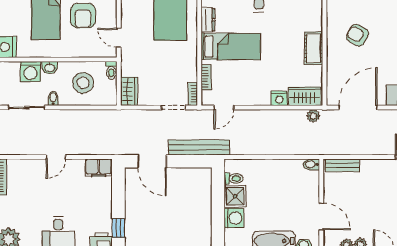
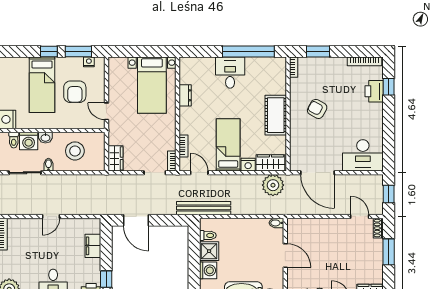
bed: (231, 47) -> (228, 145), moved, turned -90
cot: (314, 48) -> (276, 115), width x1.37, depth x1.34
toilet: (111, 70) -> (14, 140), moved
door: (224, 107) -> (199, 173), swing flipped
door: (358, 107) -> (318, 173), swing flipped
plant: (313, 116) -> (273, 185), width x1.87, depth x1.87
bench: (199, 147) -> (204, 208), moved
bench: (342, 165) -> (304, 224), removed
filing cabinet: (99, 168) -> (93, 246), moved, turned 90
door: (321, 216) -> (285, 255), moved

